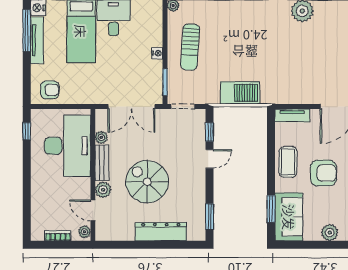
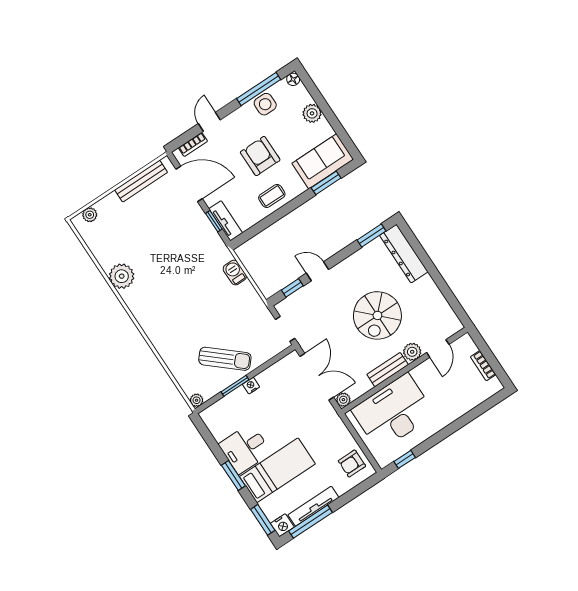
sun lounger: (190, 47) -> (225, 359), turned 37
window: (165, 82) -> (235, 386), moved
armchair: (50, 90) -> (352, 464), turned -90
barbecue: (240, 93) -> (235, 273), width x0.53, depth x0.65
window: (298, 106) -> (214, 221), added
plant: (101, 137) -> (343, 400), moved
coffee table: (288, 162) -> (272, 196), width x0.73, depth x0.77
plant: (84, 232) -> (463, 343), removed
dresser: (161, 232) -> (404, 254), moved

